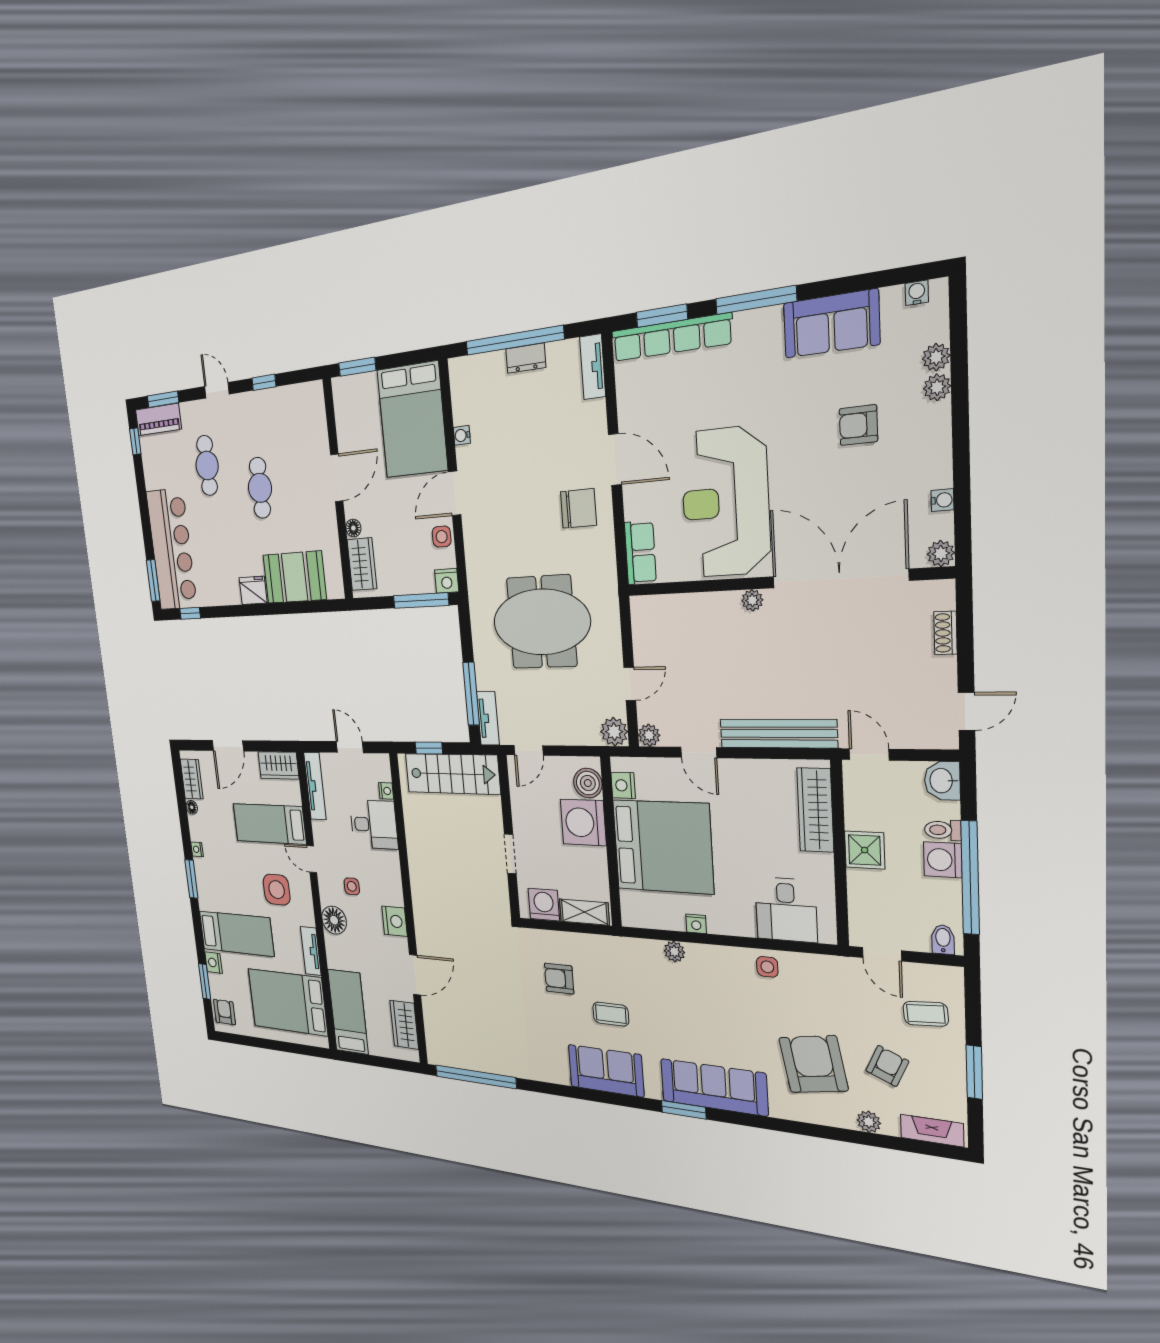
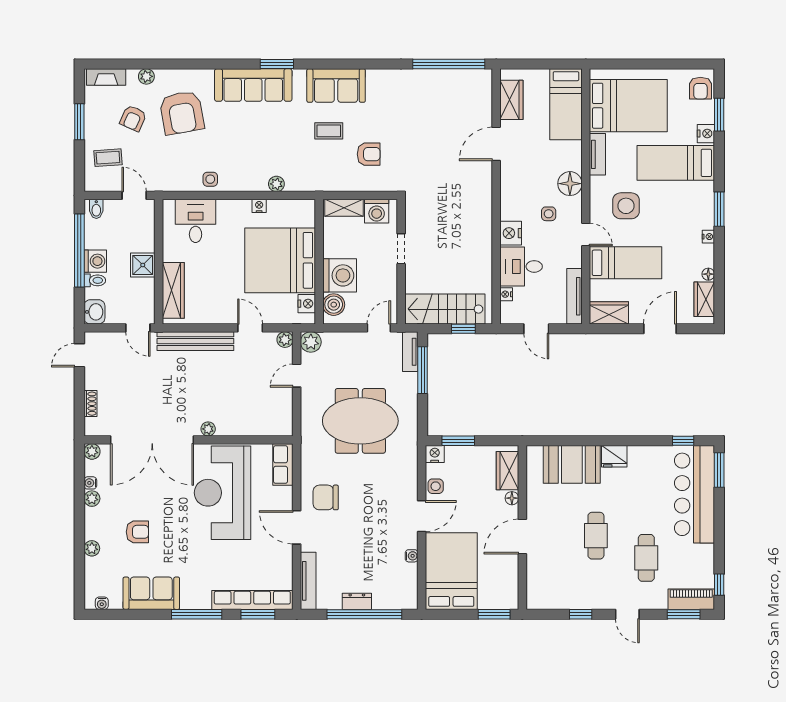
plant: (936, 357) -> (92, 499), moved
tv unit: (593, 367) -> (308, 581), width x1.41
reception desk: (725, 502) -> (223, 493), turned 180
window: (421, 600) -> (458, 441), width x0.69
nightstand: (394, 921) -> (511, 233), moved

